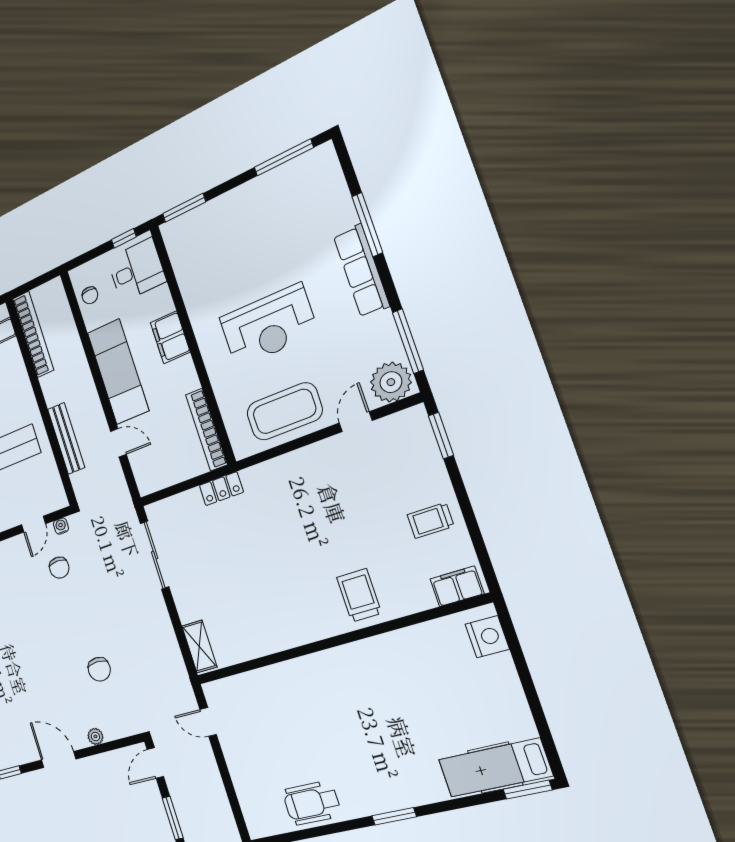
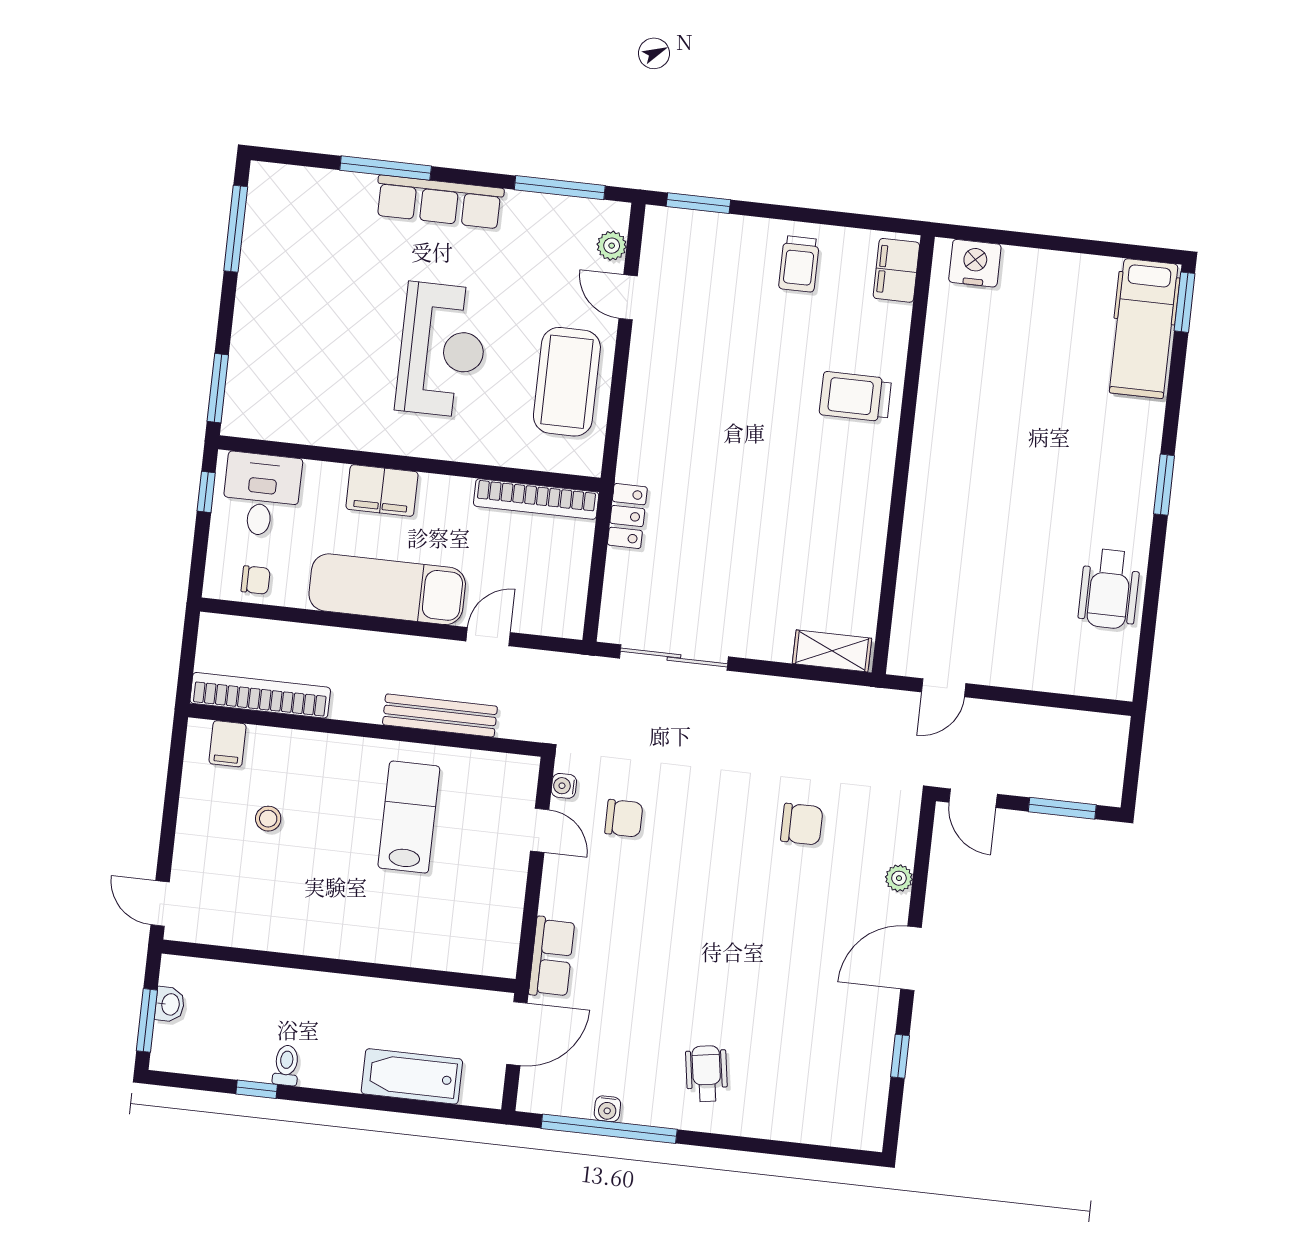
plant: (391, 382) -> (612, 246), width x0.53, depth x0.53

